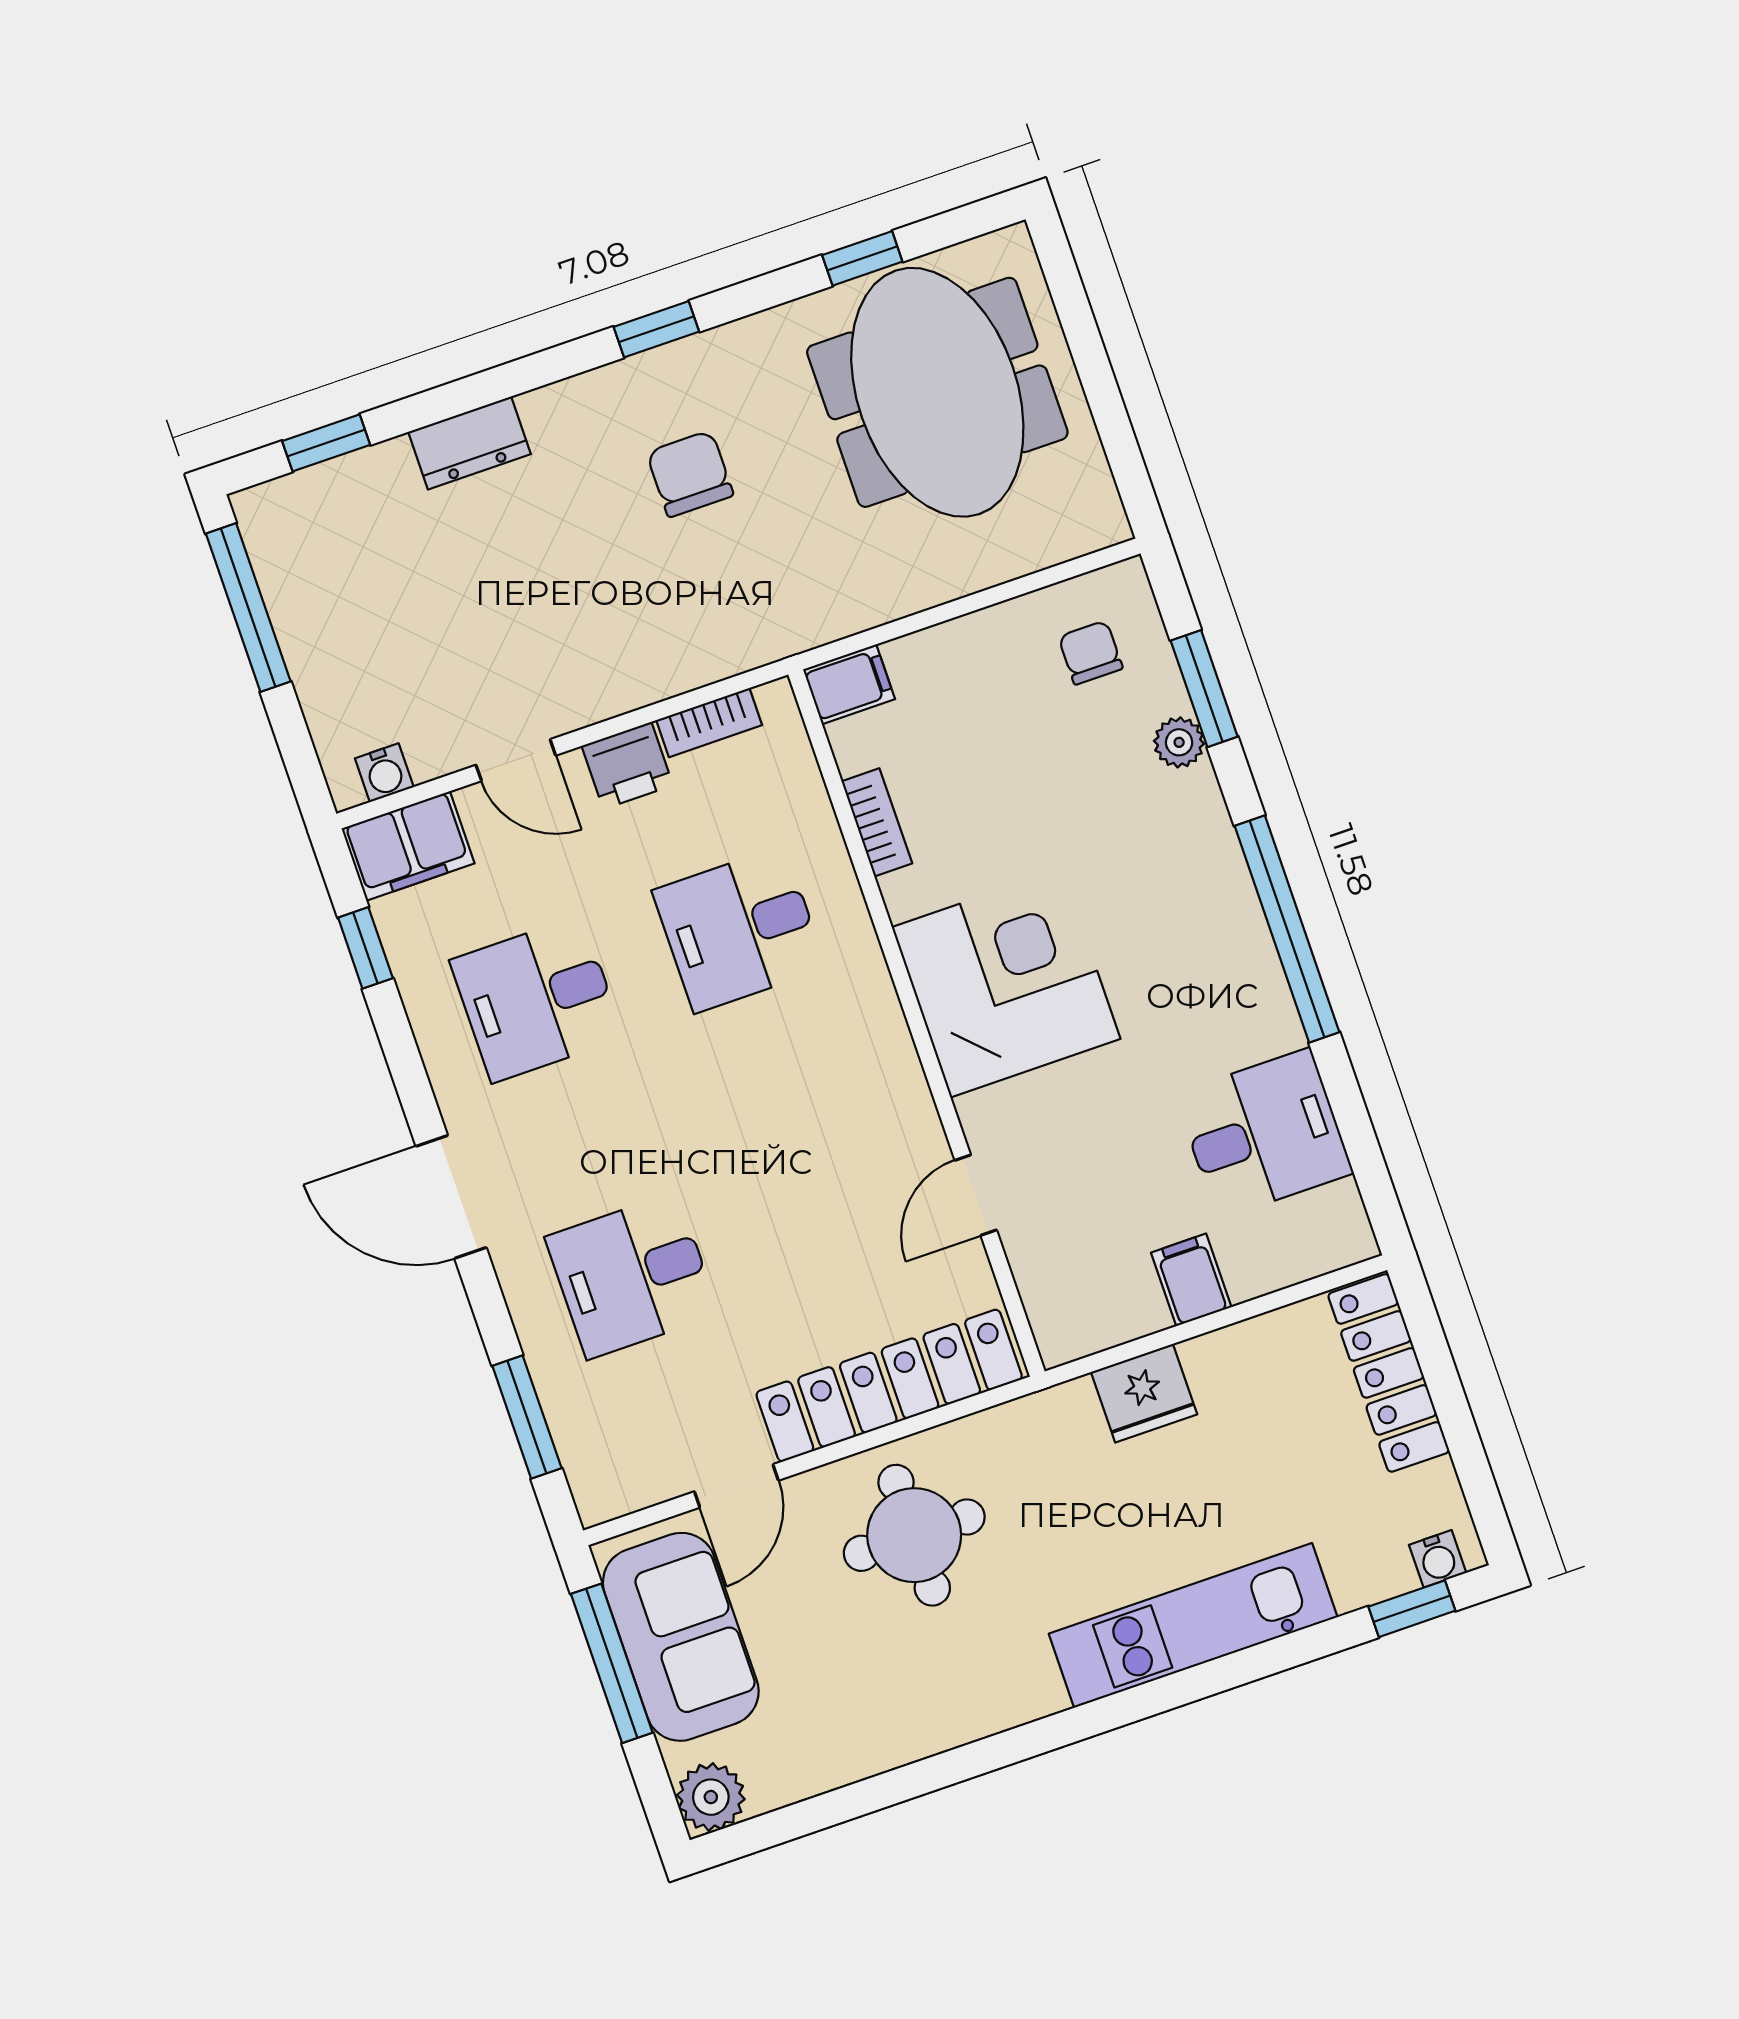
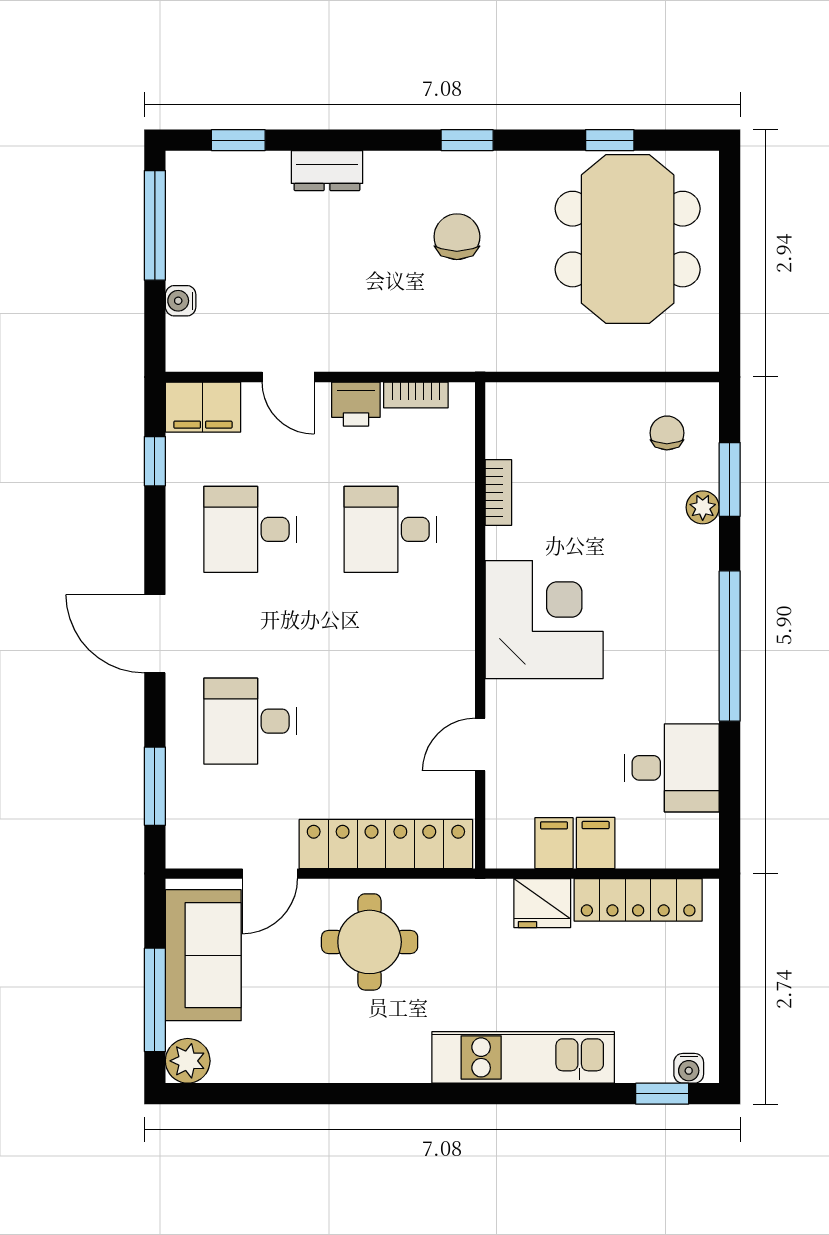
filing cabinet: (849, 684) -> (554, 843), moved, turned -90
water cooler: (384, 773) -> (181, 301), moved, turned 90
locker: (1389, 1373) -> (638, 900), moved, turned -90
window: (612, 1663) -> (155, 1000), moved

